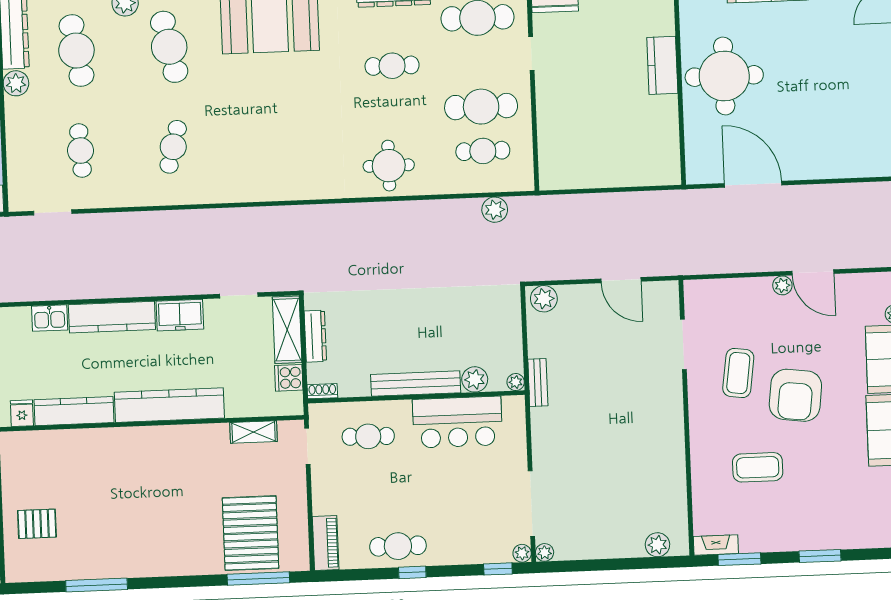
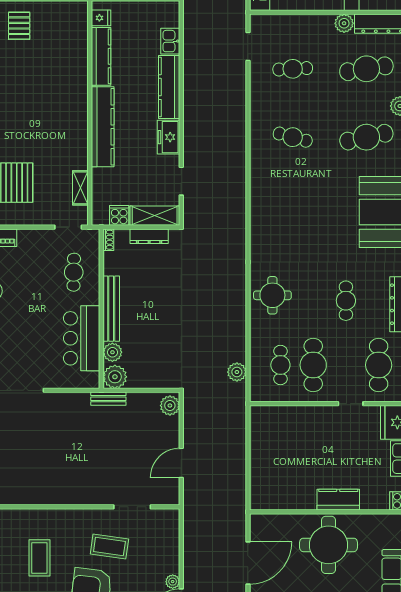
plant: (516, 382) -> (115, 377), width x1.88, depth x1.88

